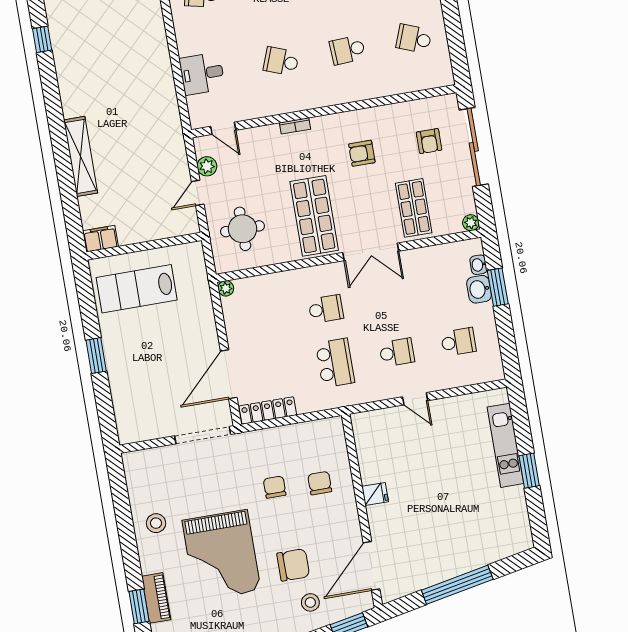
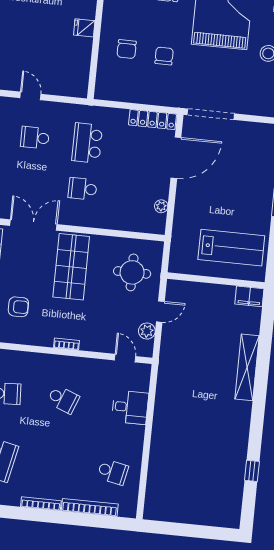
plant: (226, 288) -> (161, 206), moved
chair: (275, 487) -> (164, 56), turned 180

